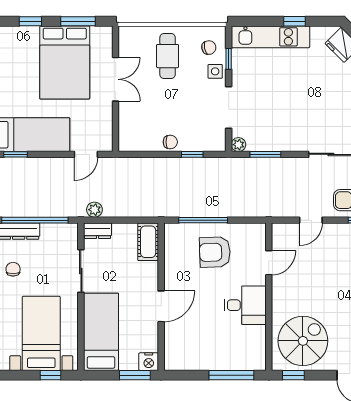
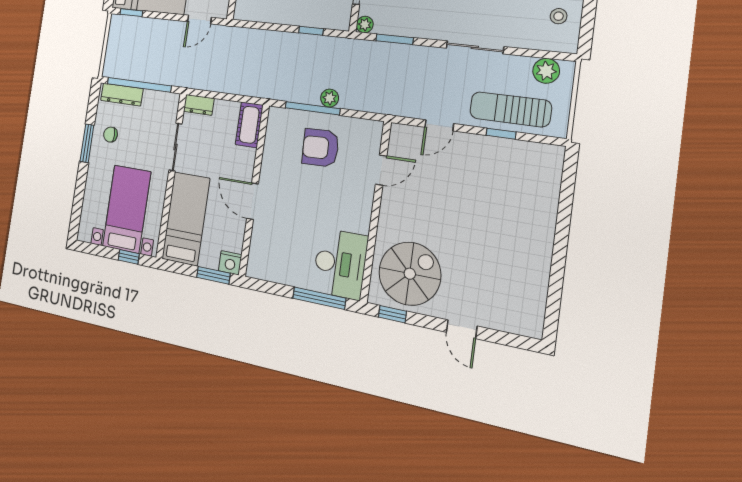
chair: (170, 142) -> (289, 14), removed
plant: (94, 210) -> (330, 98), moved
chair: (13, 269) -> (110, 135), turned -90
desk: (245, 305) -> (340, 264), moved, width x1.37
door: (161, 306) -> (253, 201), swing flipped

